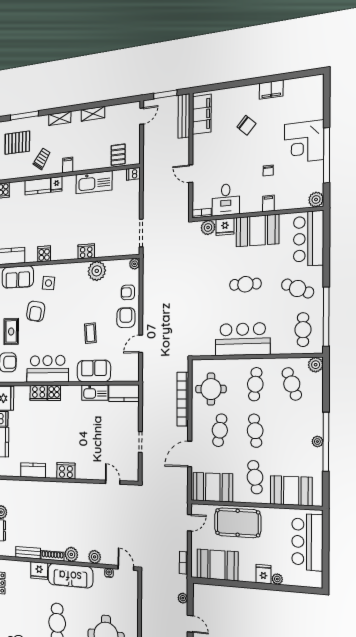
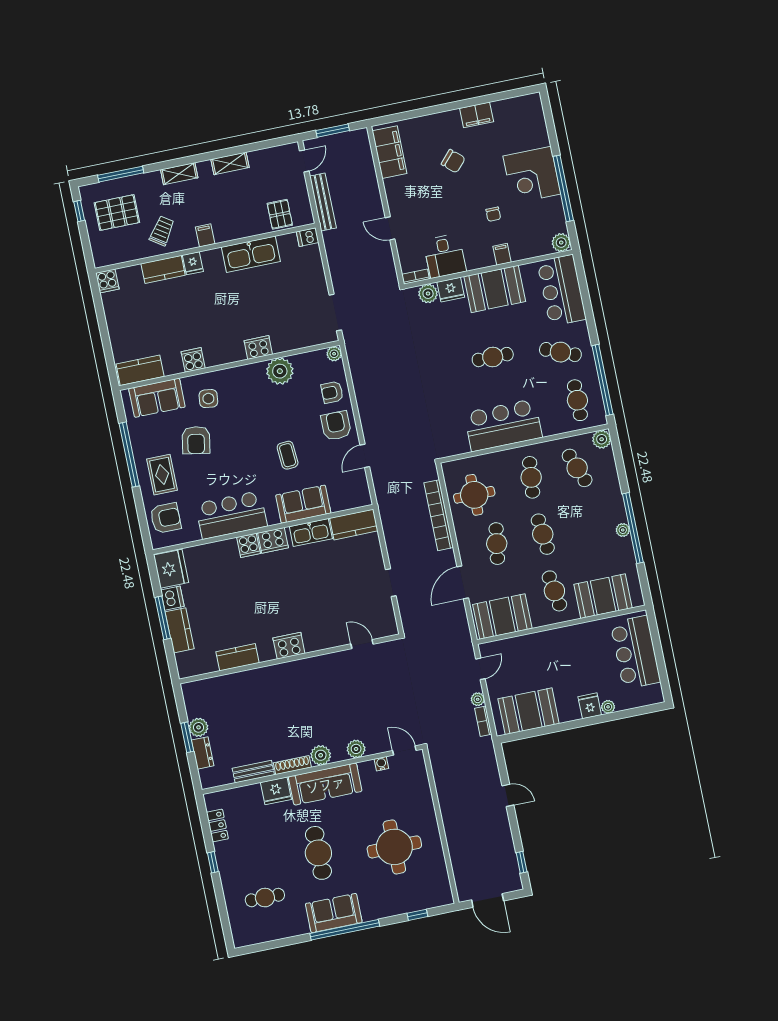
bench: (184, 116) -> (323, 202), moved
cooker: (39, 393) -> (273, 540), moved
pool table: (238, 523) -> (544, 652), removed
plant: (183, 598) -> (478, 699), moved

